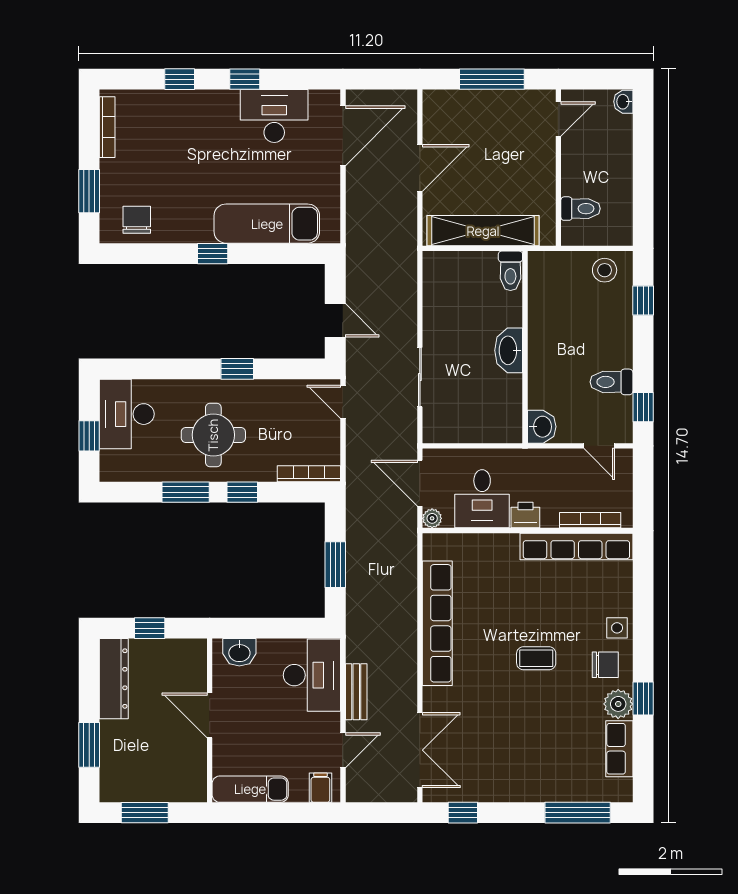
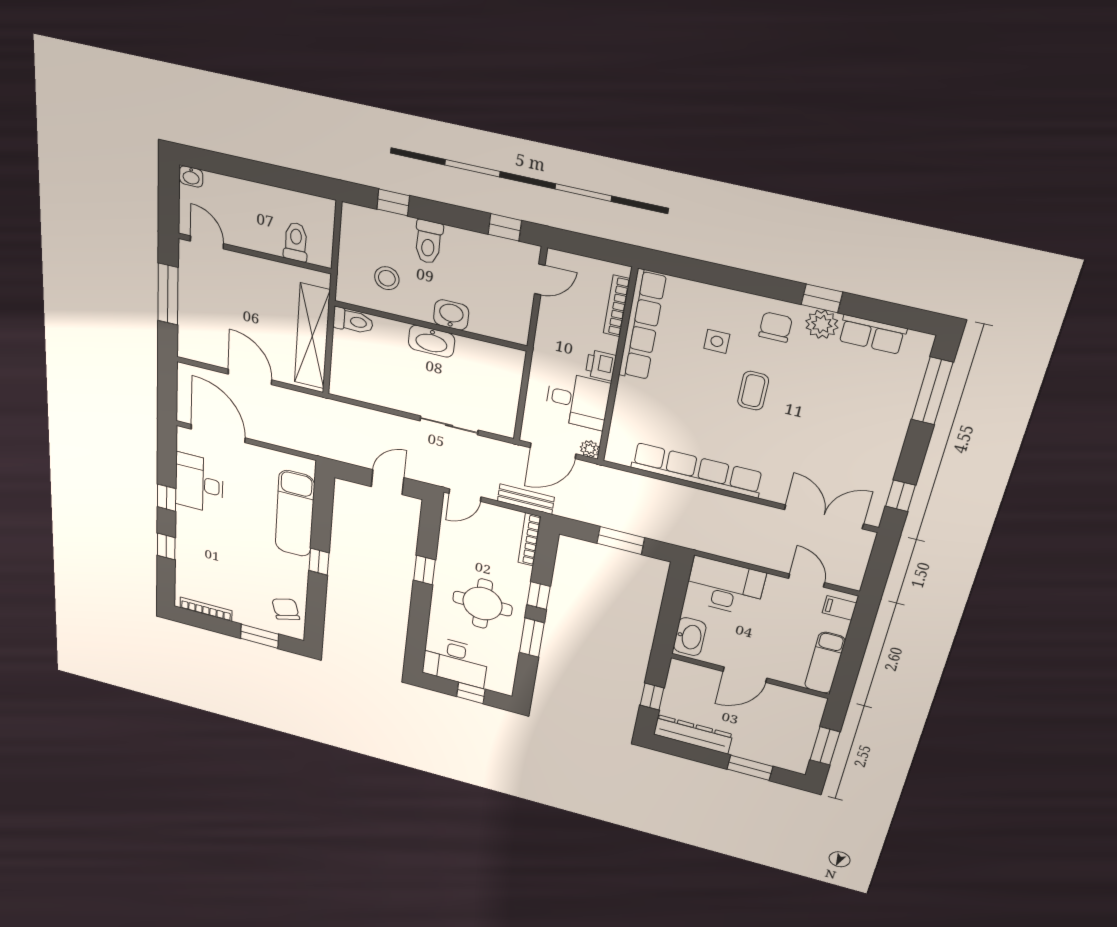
chair: (137, 220) -> (286, 609), turned 74
stool: (605, 270) -> (387, 278), moved
toilet: (612, 382) -> (428, 242), moved
washbasin: (542, 427) -> (451, 315), moved
side table: (617, 628) -> (717, 341), moved
washbasin: (239, 652) -> (690, 637), width x1.38
bench: (356, 692) -> (526, 499), moved

